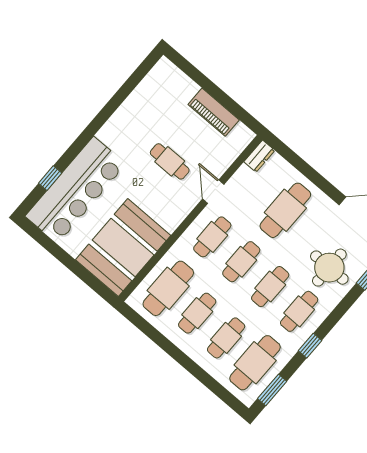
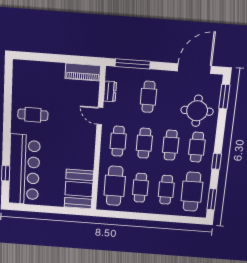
piano: (214, 112) -> (83, 72), moved
dresser: (259, 156) -> (110, 91), moved
window: (294, 160) -> (133, 64), added
cafe table: (170, 161) -> (33, 115), moved
cafe table: (285, 210) -> (148, 97), width x0.73, depth x0.74
booth: (123, 248) -> (79, 189), width x0.73, depth x0.70

